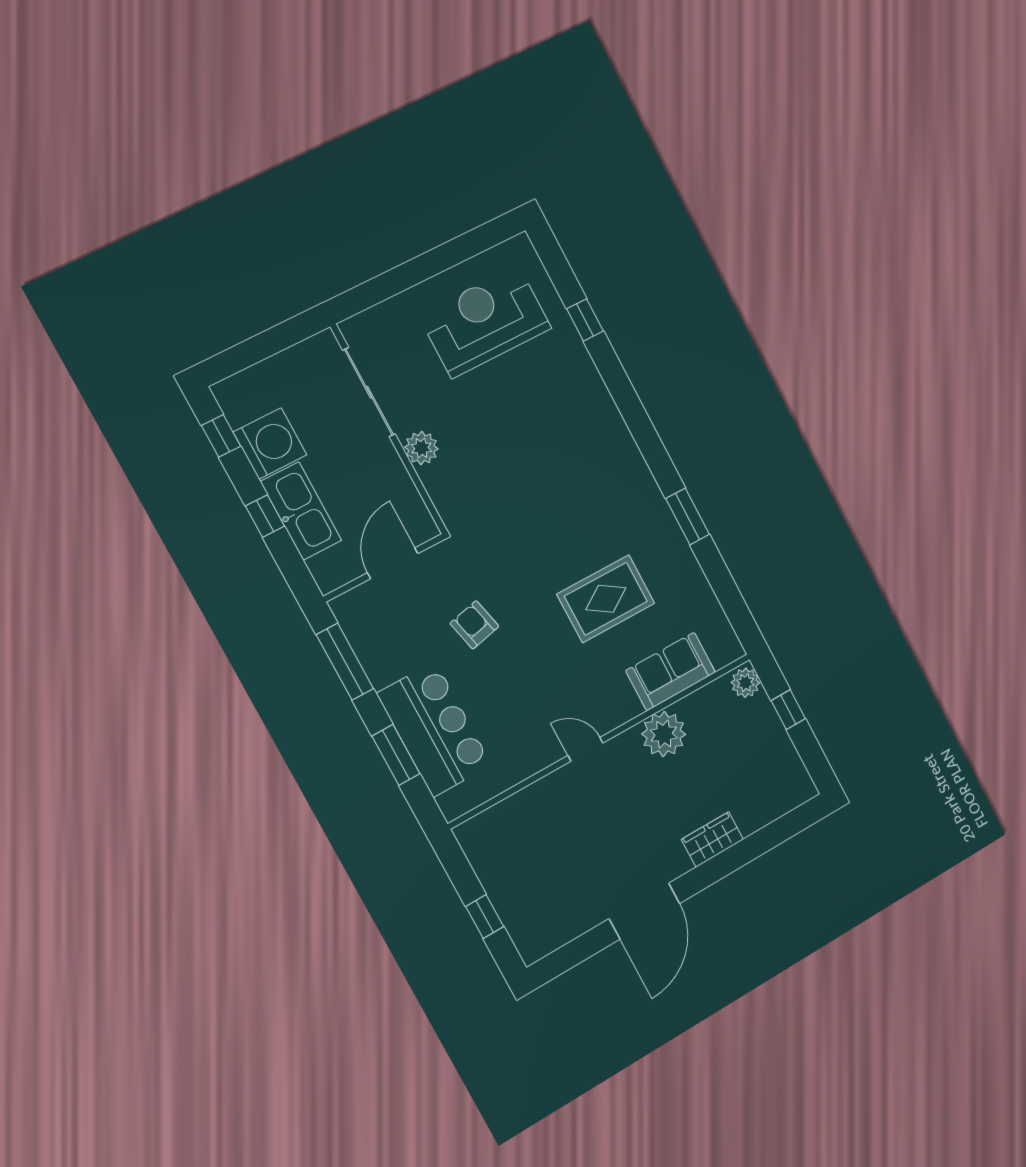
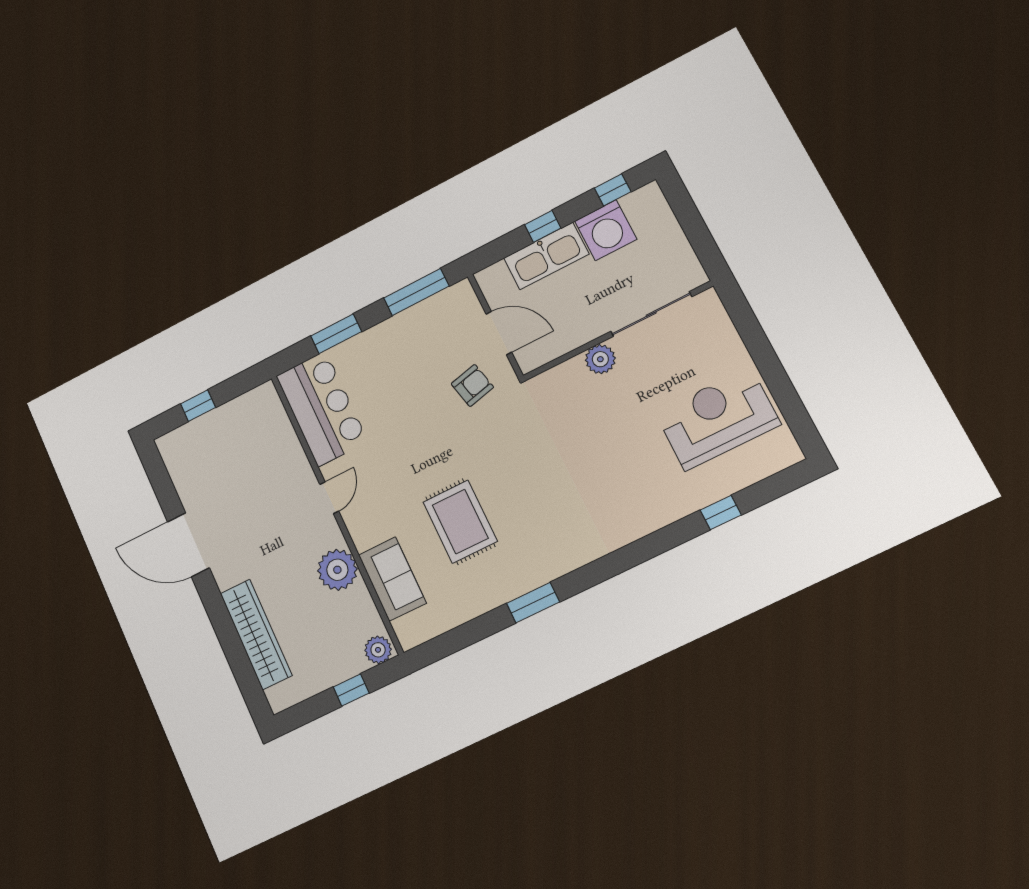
reception desk: (485, 322) -> (718, 419), turned -90
armchair: (474, 625) -> (472, 385), moved
bar counter: (434, 729) -> (322, 409), moved, turned -90
wardrobe: (712, 839) -> (256, 634), width x2.10, depth x1.17

